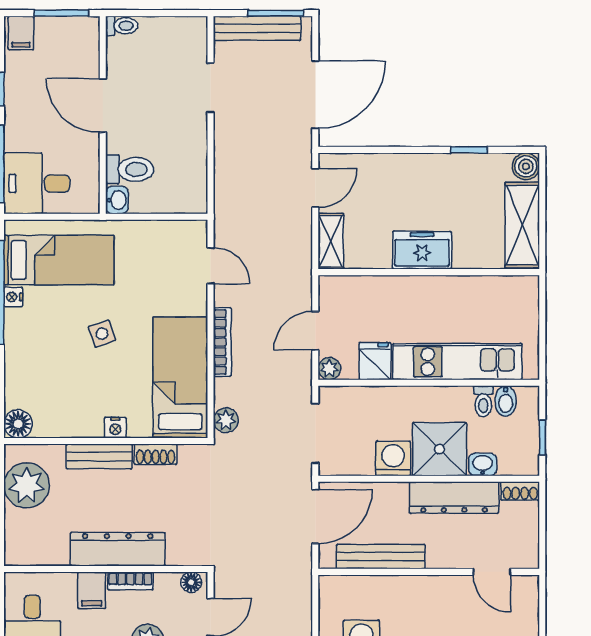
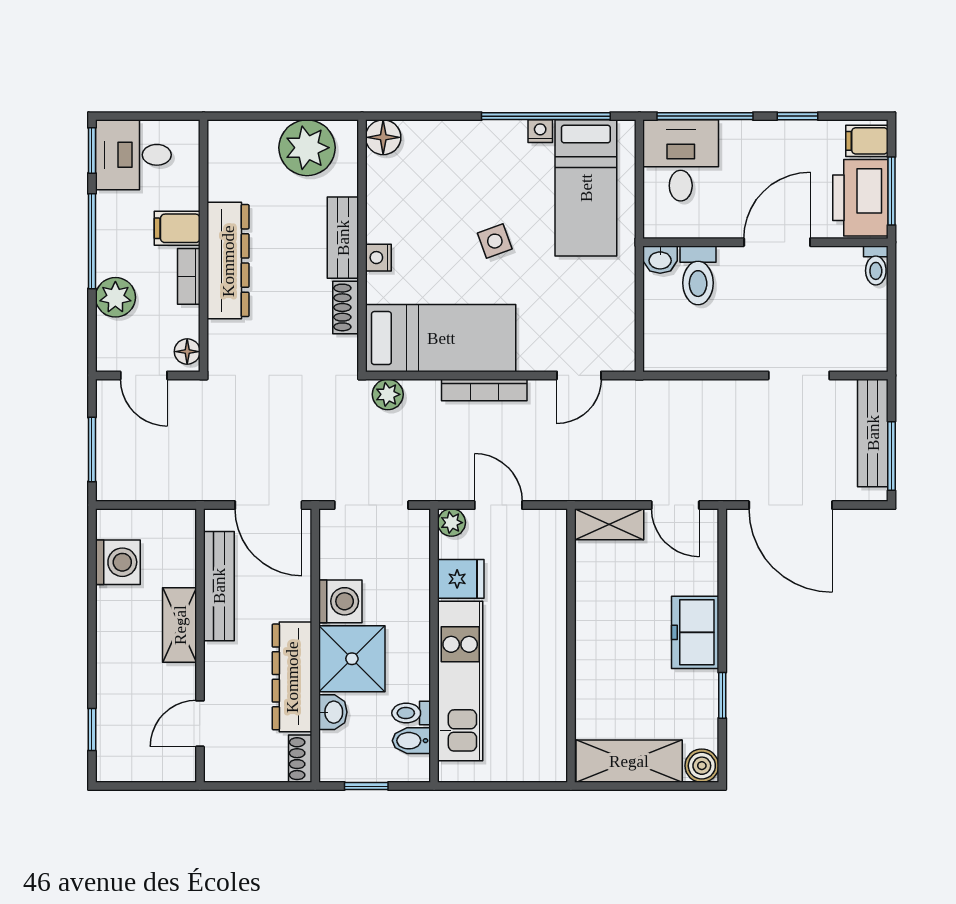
printer: (67, 38) -> (860, 198), added
freezer: (422, 250) -> (695, 632), moved, turned 180
shelving: (412, 588) -> (180, 625), added

